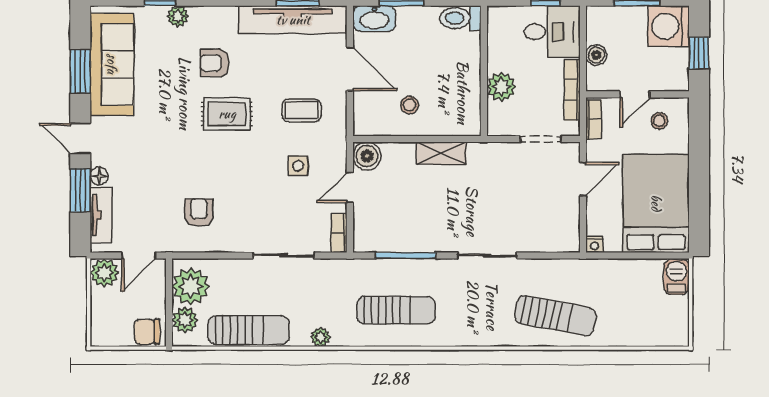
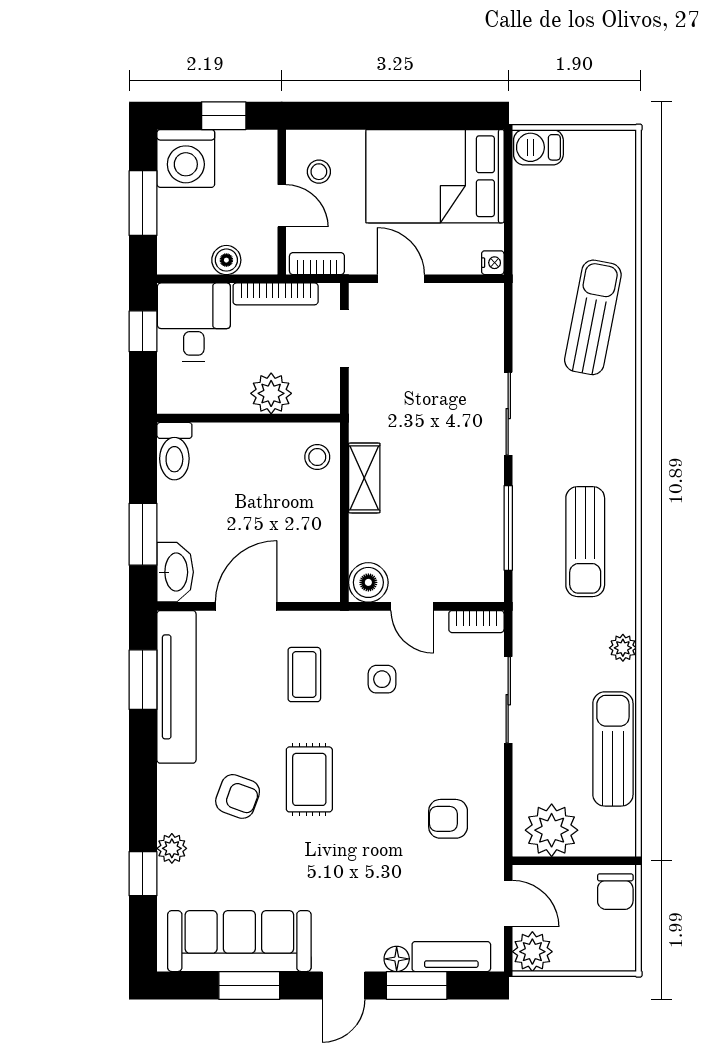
armchair: (215, 63) -> (238, 796), turned -70
stool: (409, 105) -> (317, 457), moved
sun lounger: (396, 310) -> (585, 542), turned 180
plant: (185, 320) -> (599, 838), removed

